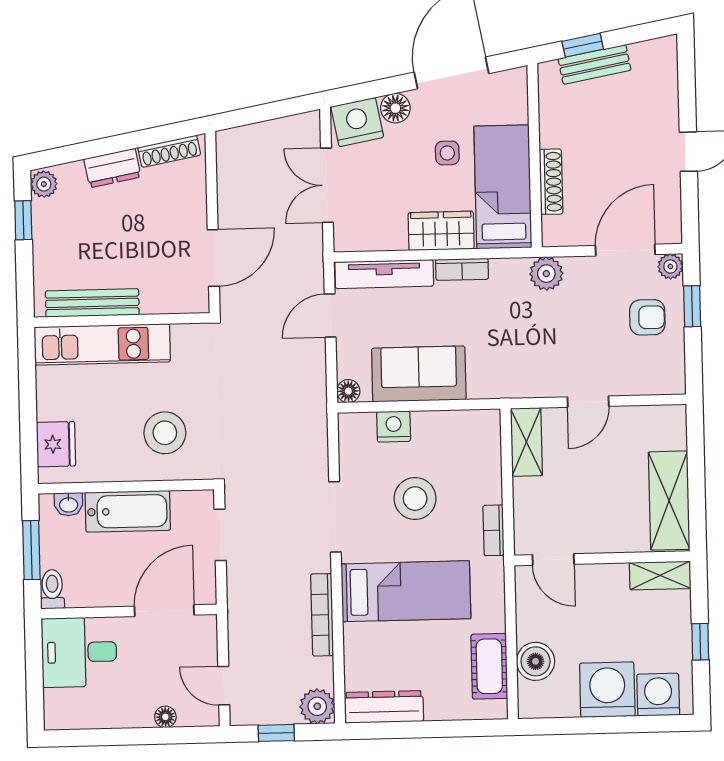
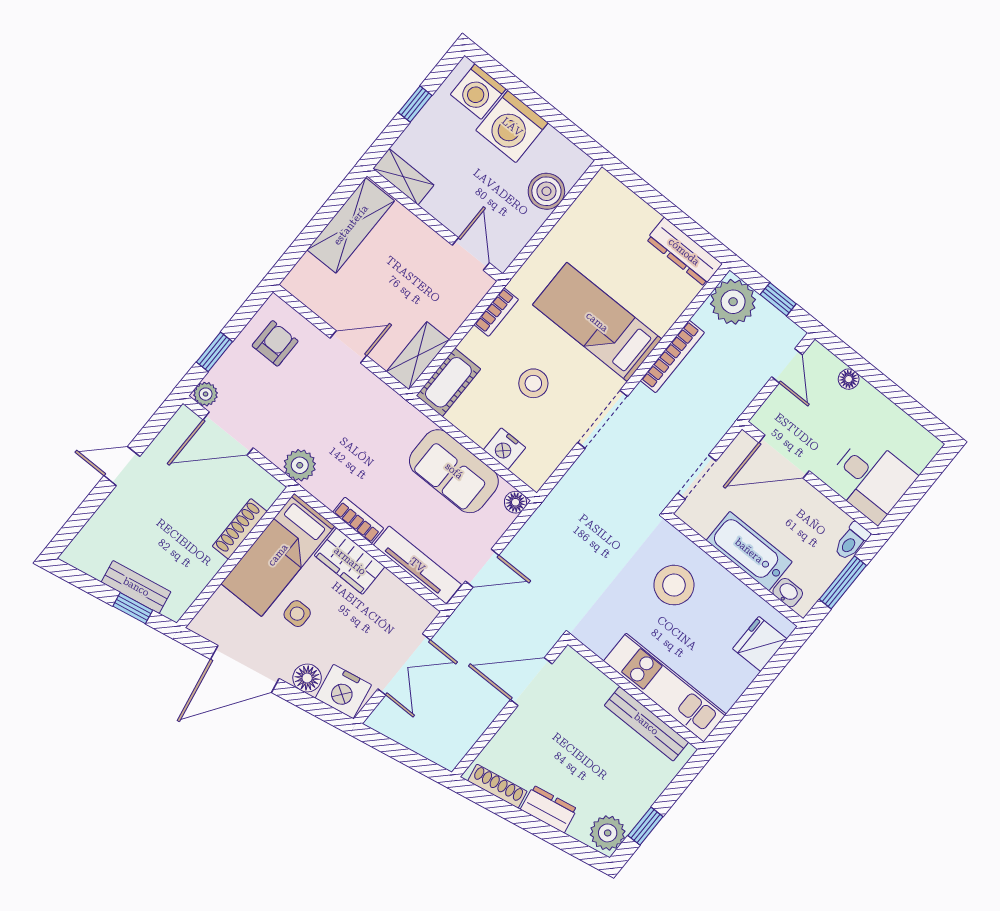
plant: (44, 184) -> (608, 833), width x1.38, depth x1.38
armchair: (647, 317) -> (275, 343), moved, turned 90
stool: (415, 499) -> (533, 383), width x0.73, depth x0.73
cot: (489, 666) -> (448, 382), moved
plant: (317, 706) -> (733, 302), width x1.36, depth x1.36

